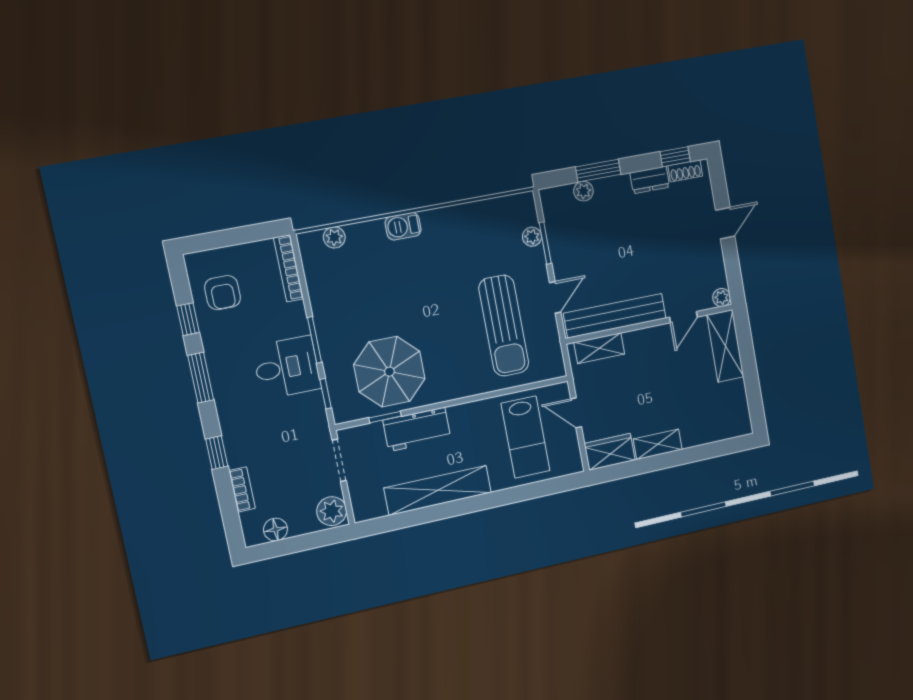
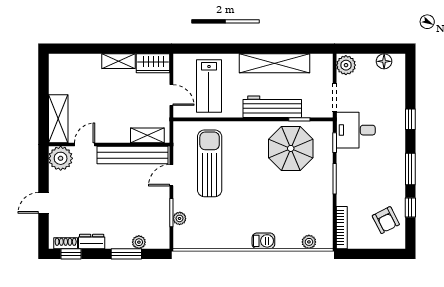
armchair: (223, 293) -> (386, 220), turned 153
plant: (722, 298) -> (61, 158), width x1.88, depth x1.88
desk: (287, 367) -> (356, 130), moved
workbench: (417, 429) -> (272, 107), width x1.38
lab bench: (525, 437) -> (209, 86), turned 180
bookcase: (242, 489) -> (400, 92), removed

